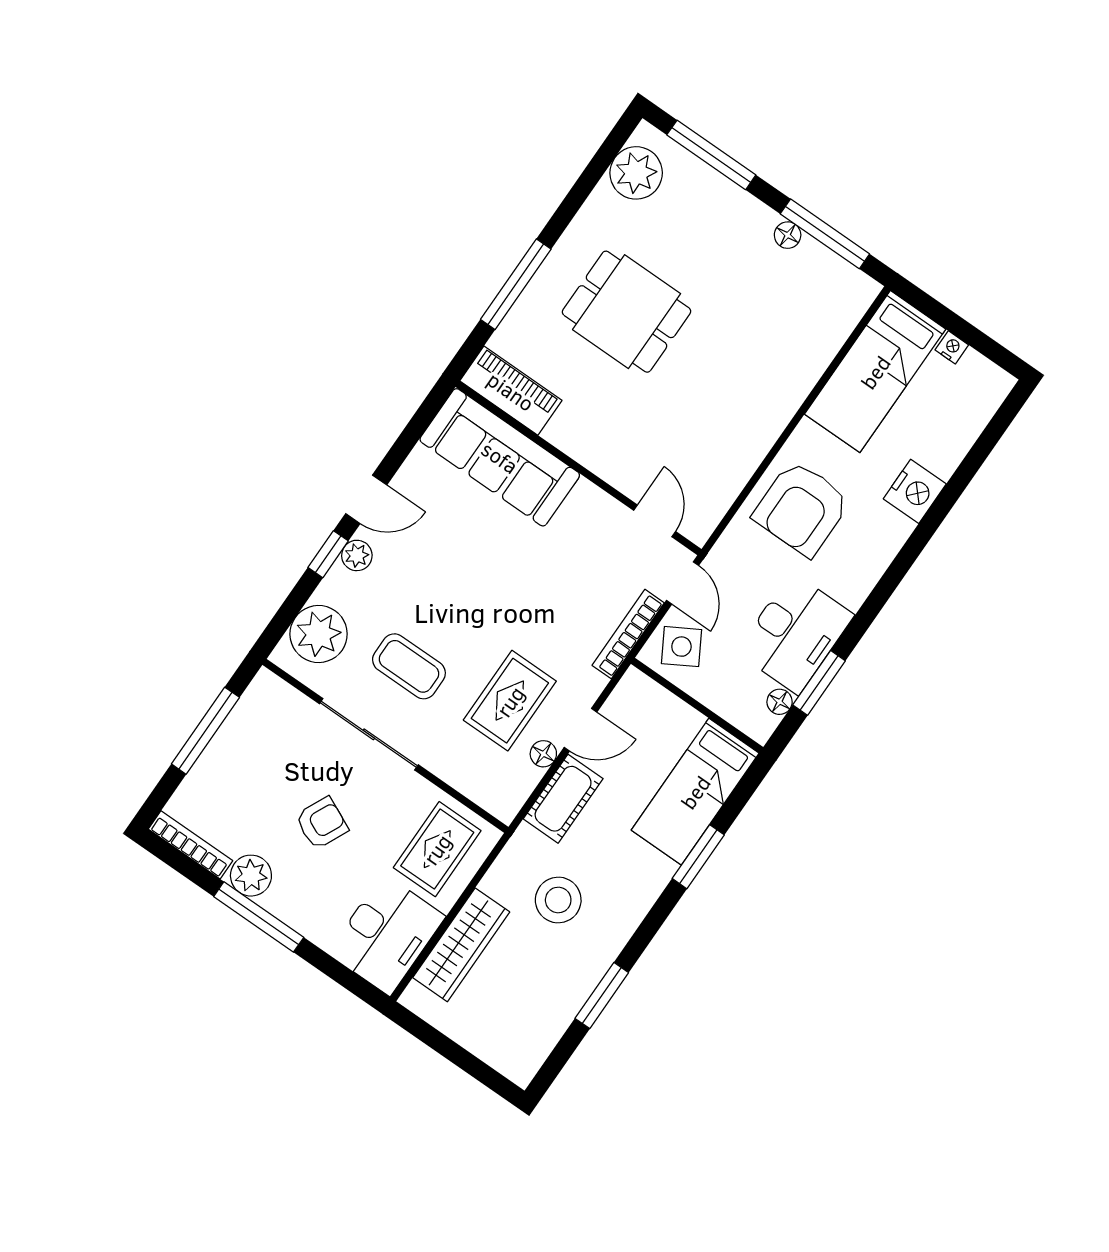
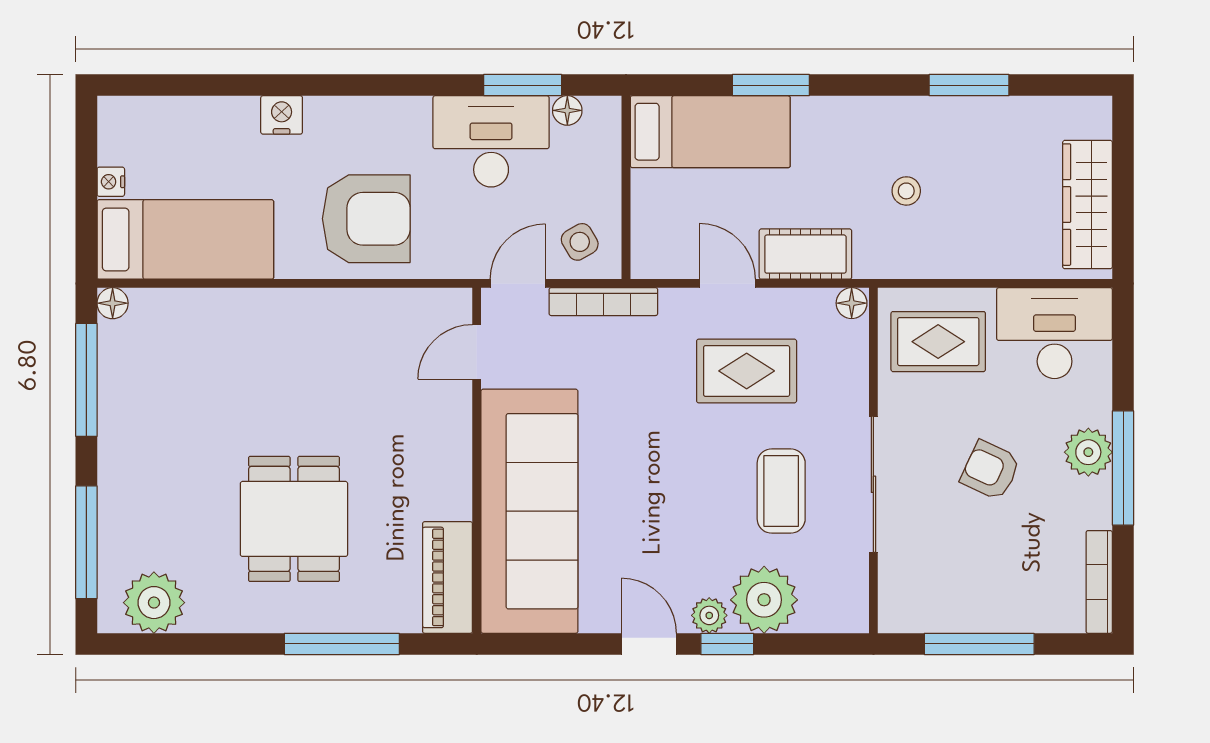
floor lamp: (788, 235) -> (113, 303), moved
sofa: (500, 457) -> (529, 511), width x1.36, depth x1.27
nightstand: (915, 491) -> (282, 115), width x0.74, depth x0.75
plant: (319, 634) -> (764, 600), moved
side table: (681, 647) -> (580, 242), width x0.73, depth x0.73
floor lamp: (543, 754) -> (852, 303), moved
plant: (251, 876) -> (1088, 452), moved
stool: (558, 900) -> (906, 191), width x0.53, depth x0.53
wardrobe: (461, 945) -> (1088, 205), moved, turned -90

